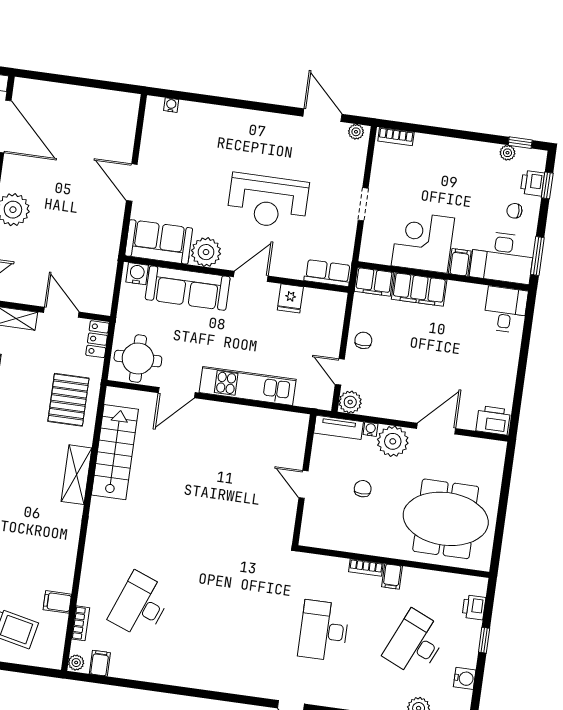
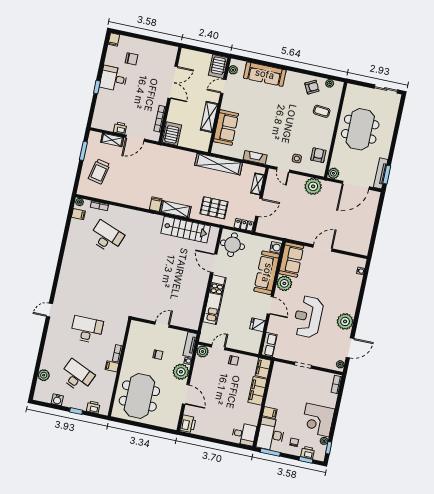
plant: (272, 128) -> (345, 321), added
corner desk: (423, 242) -> (318, 420), moved, turned 180
filing cabinet: (57, 602) -> (156, 204), moved

